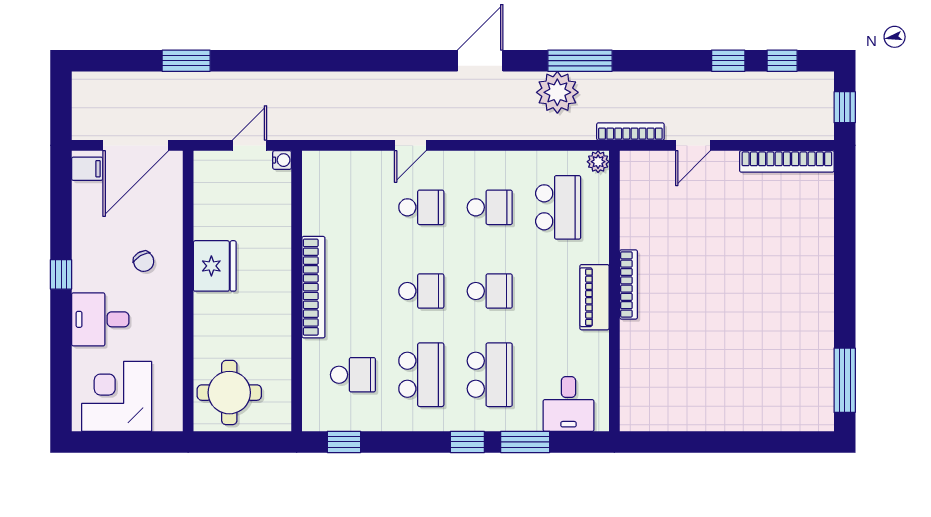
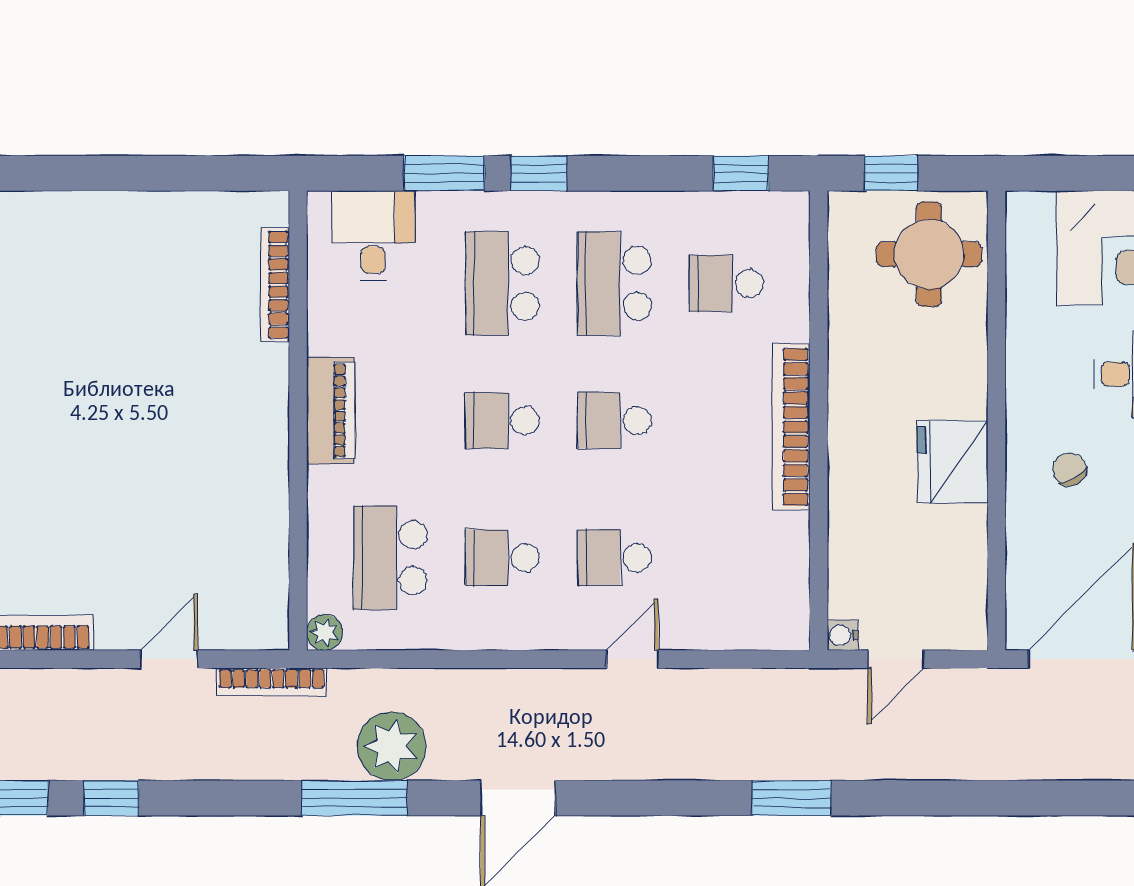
window: (186, 61) -> (792, 798), moved
bookcase: (629, 284) -> (275, 285), moved
window: (253, 442) -> (891, 173), added

